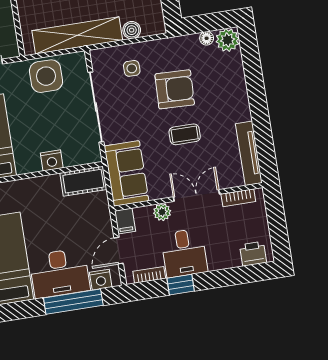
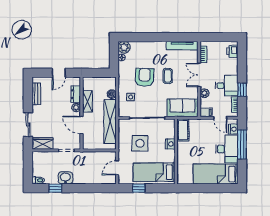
side table: (46, 76) -> (140, 143), moved

